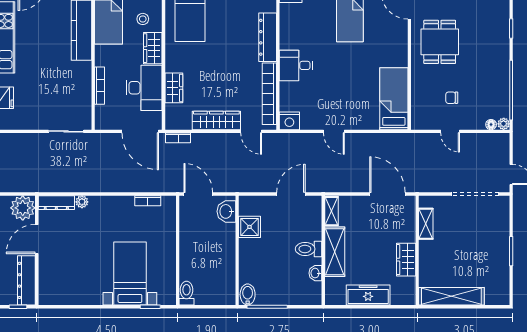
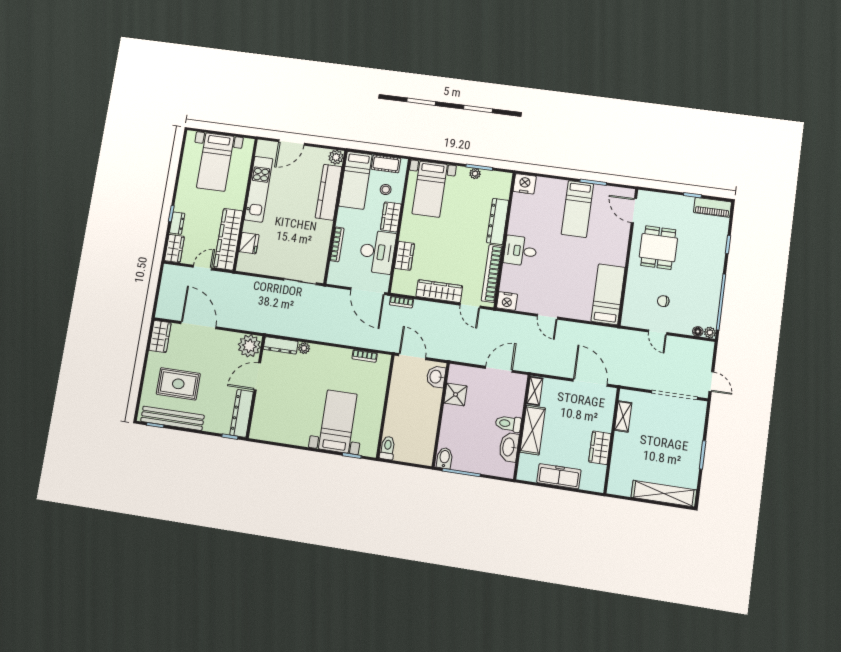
washbasin: (315, 273) -> (509, 447), width x1.91, depth x1.45
shelving: (451, 296) -> (664, 494), moved

